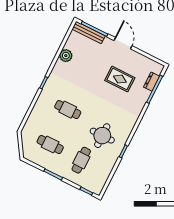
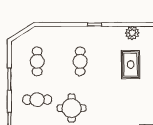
rug: (120, 79) -> (131, 65), moved

